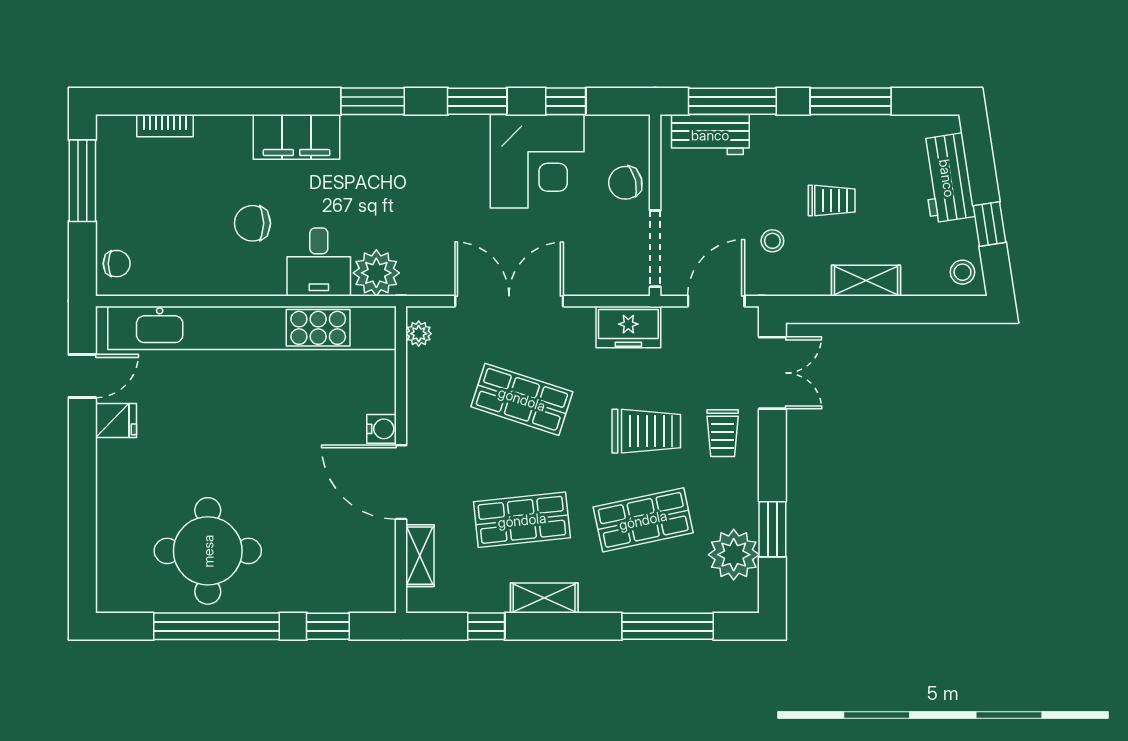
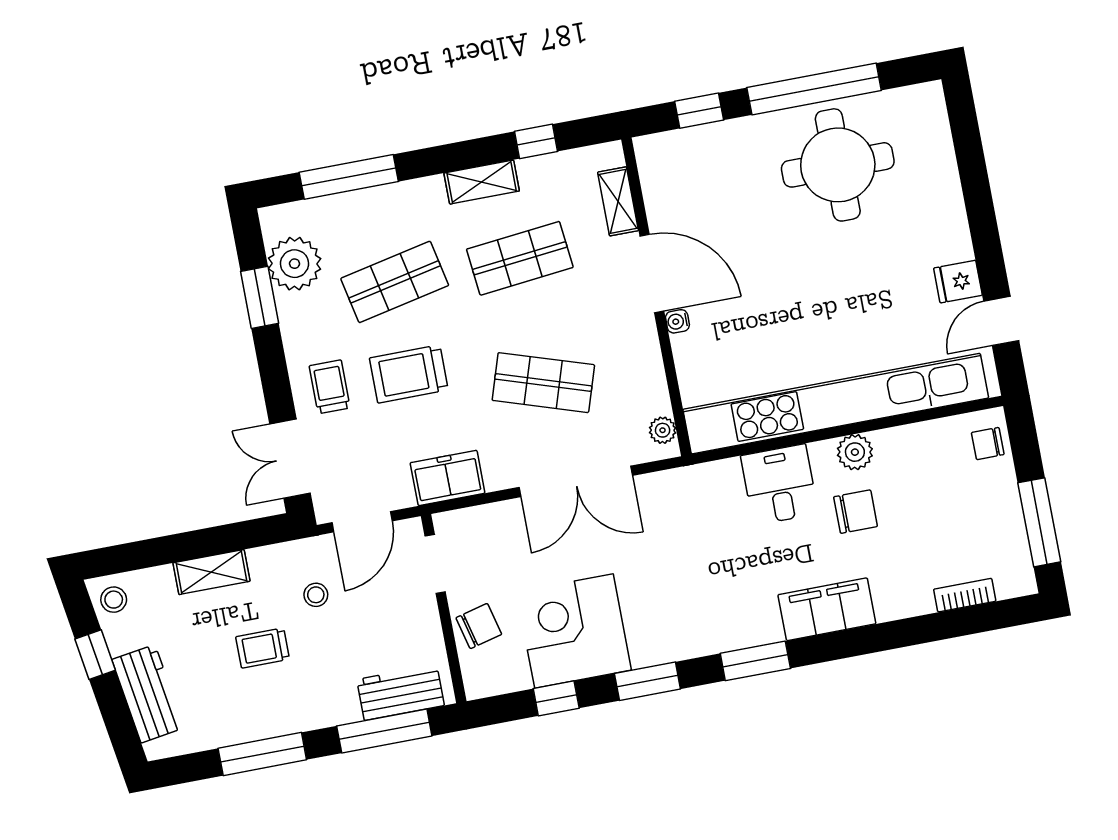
doorway: (655, 249) -> (435, 564), width x0.73
plant: (376, 273) -> (855, 452), moved, width x0.73, depth x0.73
water cooler: (381, 429) -> (677, 321), width x0.72, depth x0.72

